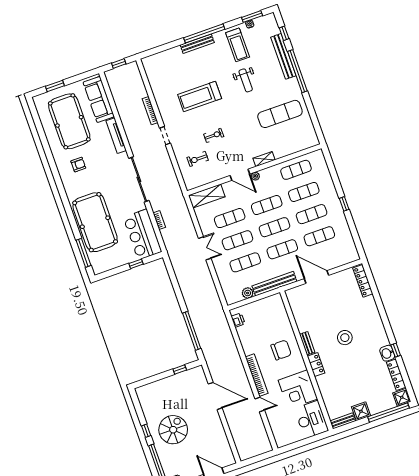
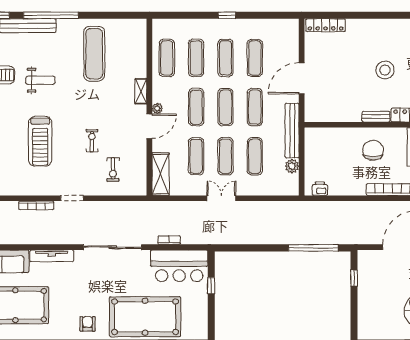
armchair: (78, 165) -> (88, 324), moved

